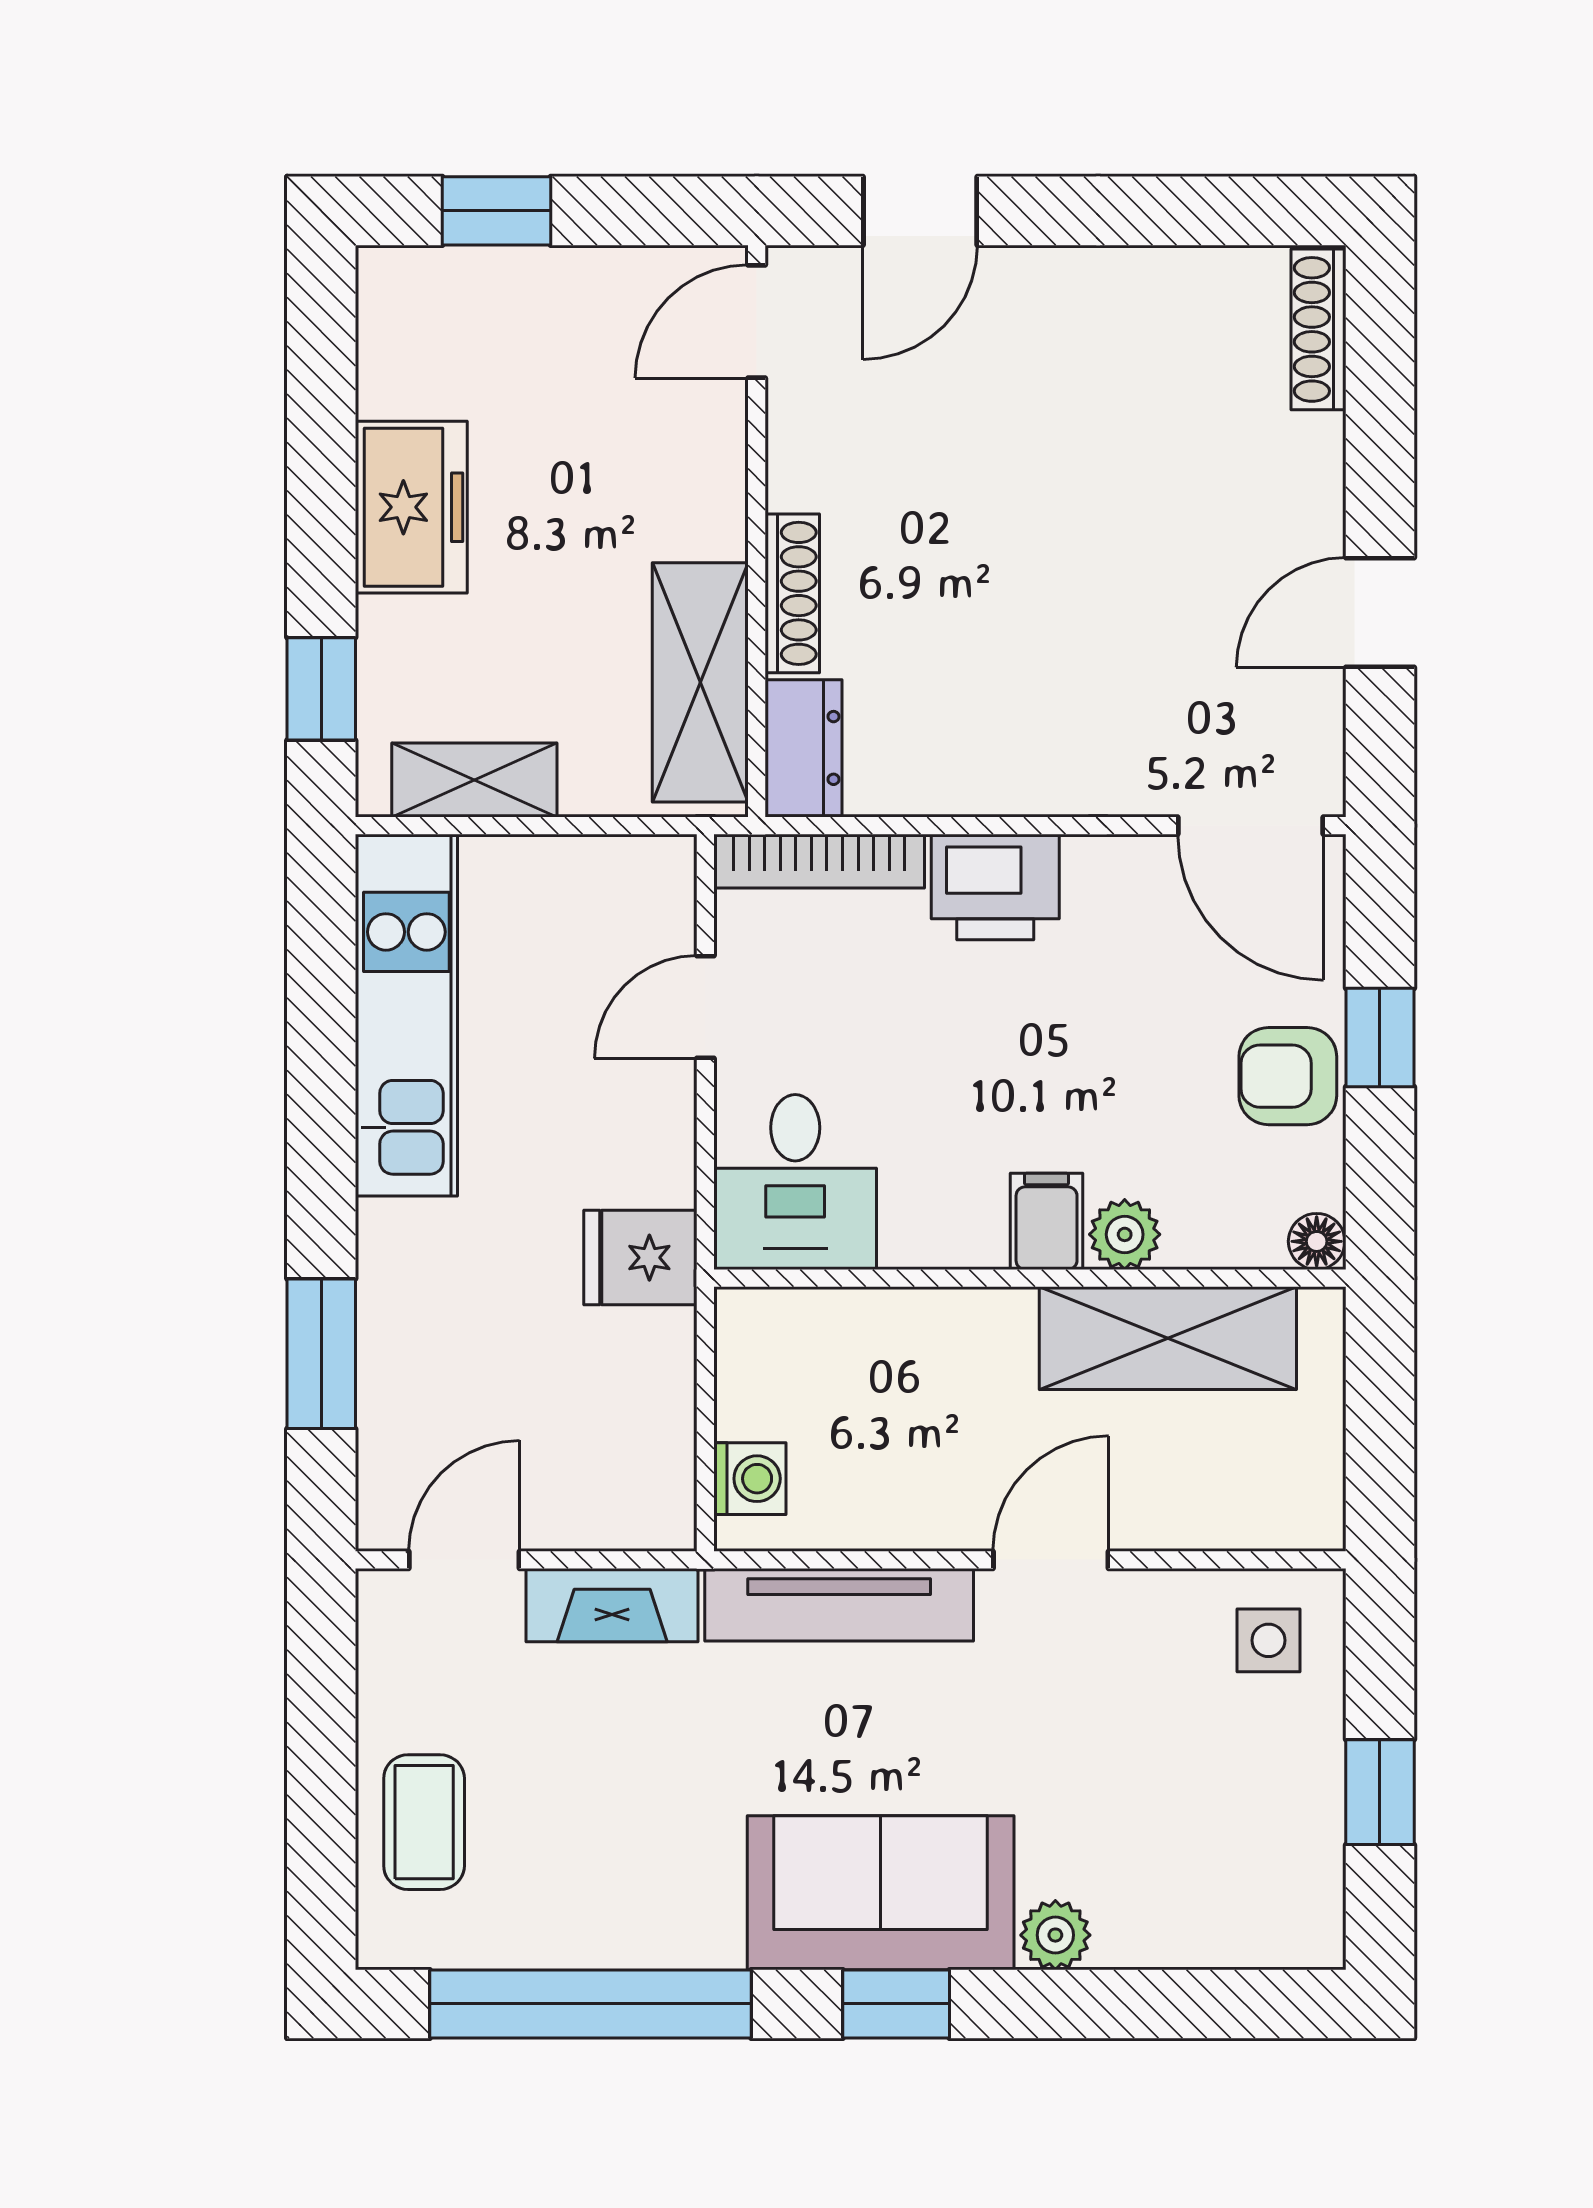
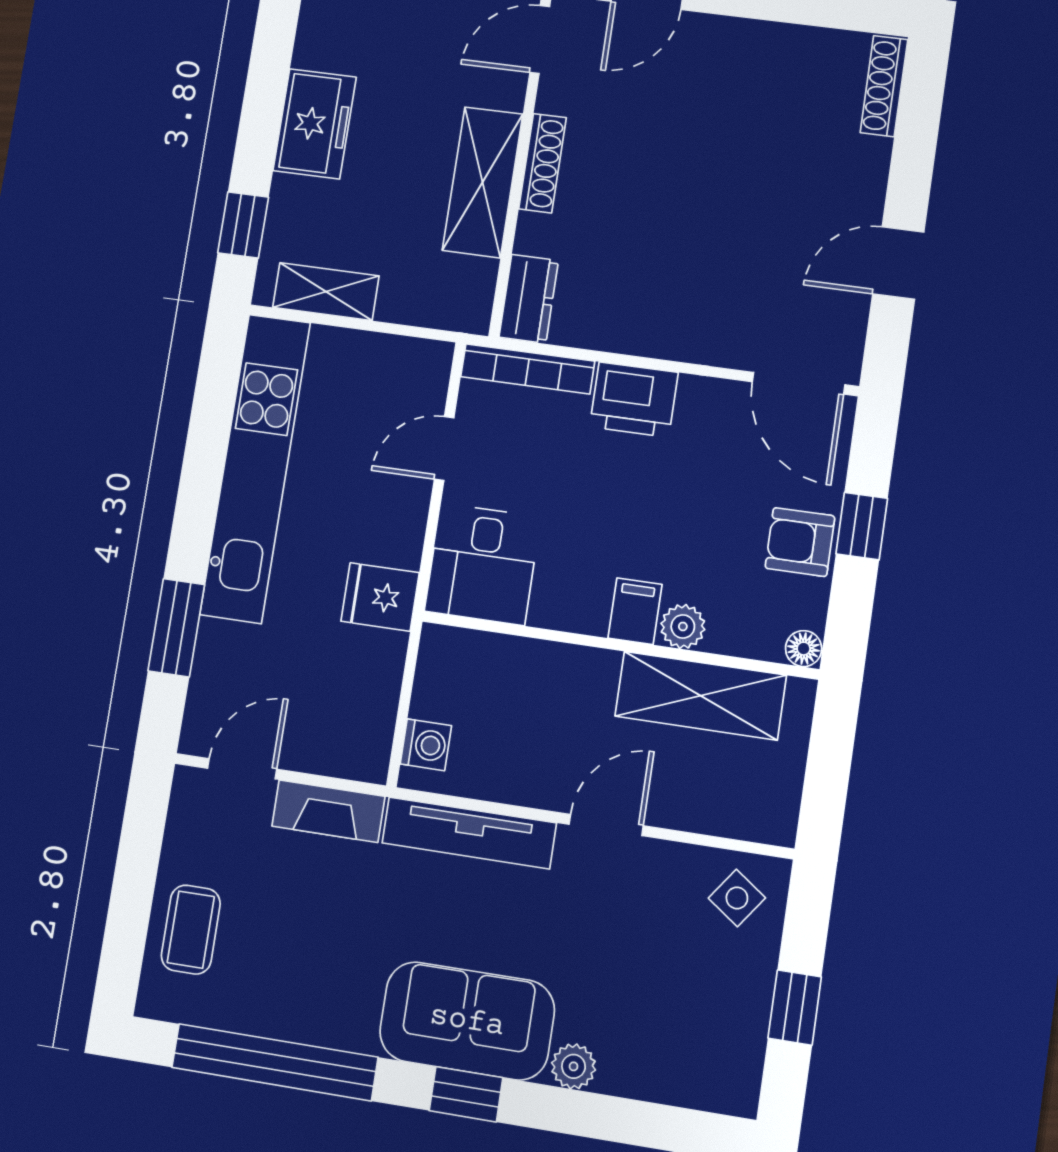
shoe rack: (792, 593) -> (543, 163), moved
shelving: (700, 682) -> (483, 182), moved
kitchen unit: (406, 1015) -> (255, 468), width x1.36
side table: (1268, 1640) -> (737, 898), turned 36

